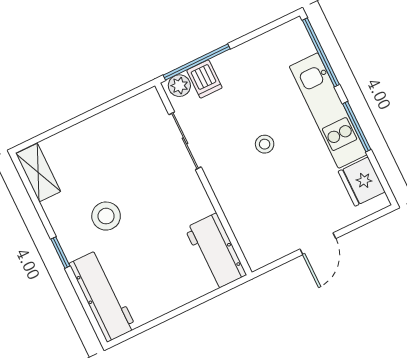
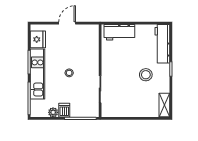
dishwasher: (204, 79) -> (64, 110), moved
plant: (179, 86) -> (53, 112), moved
workbench: (216, 252) -> (119, 32), moved, turned 90

